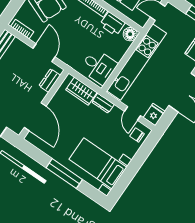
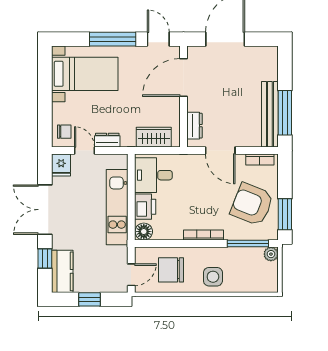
printer: (112, 24) -> (145, 207), moved, turned 90
kitchen unit: (137, 62) -> (117, 207), width x0.73
dresser: (103, 103) -> (107, 140), moved
door: (35, 117) -> (184, 77), hinge flipped
door: (34, 153) -> (158, 39), added

